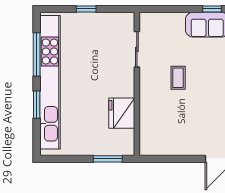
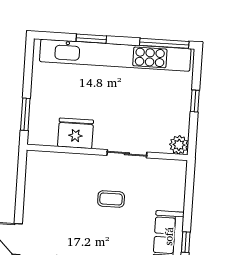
plant: (126, 21) -> (179, 145), added
sliding door: (137, 49) -> (127, 154), moved
window: (37, 54) -> (164, 43), moved

